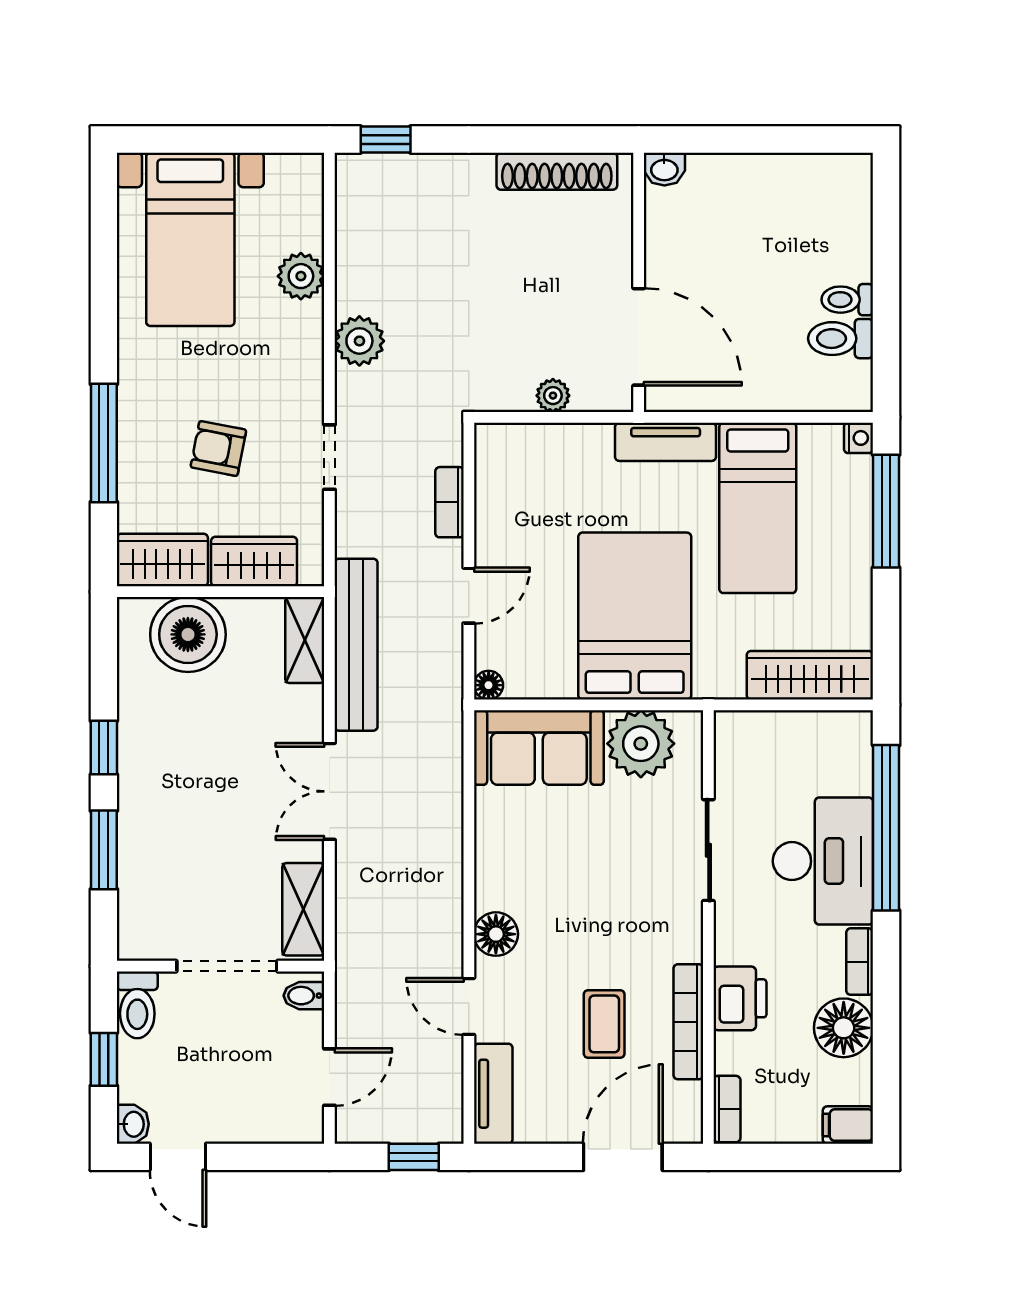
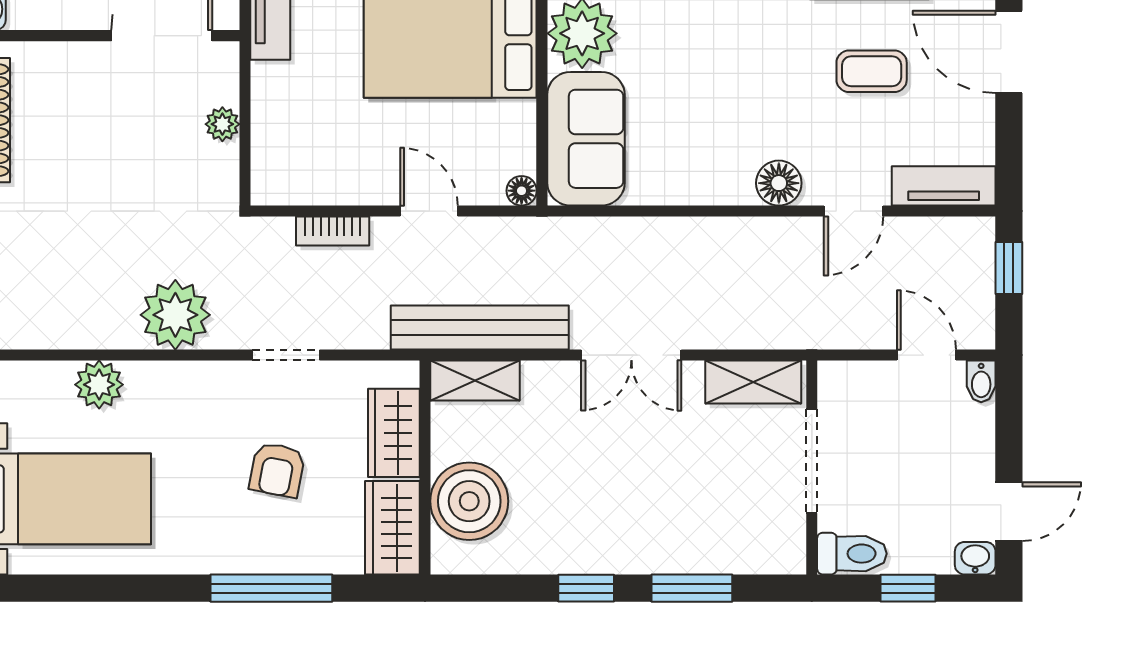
plant: (359, 341) -> (175, 315), width x1.36, depth x1.36
bidet: (304, 996) -> (981, 381), moved

